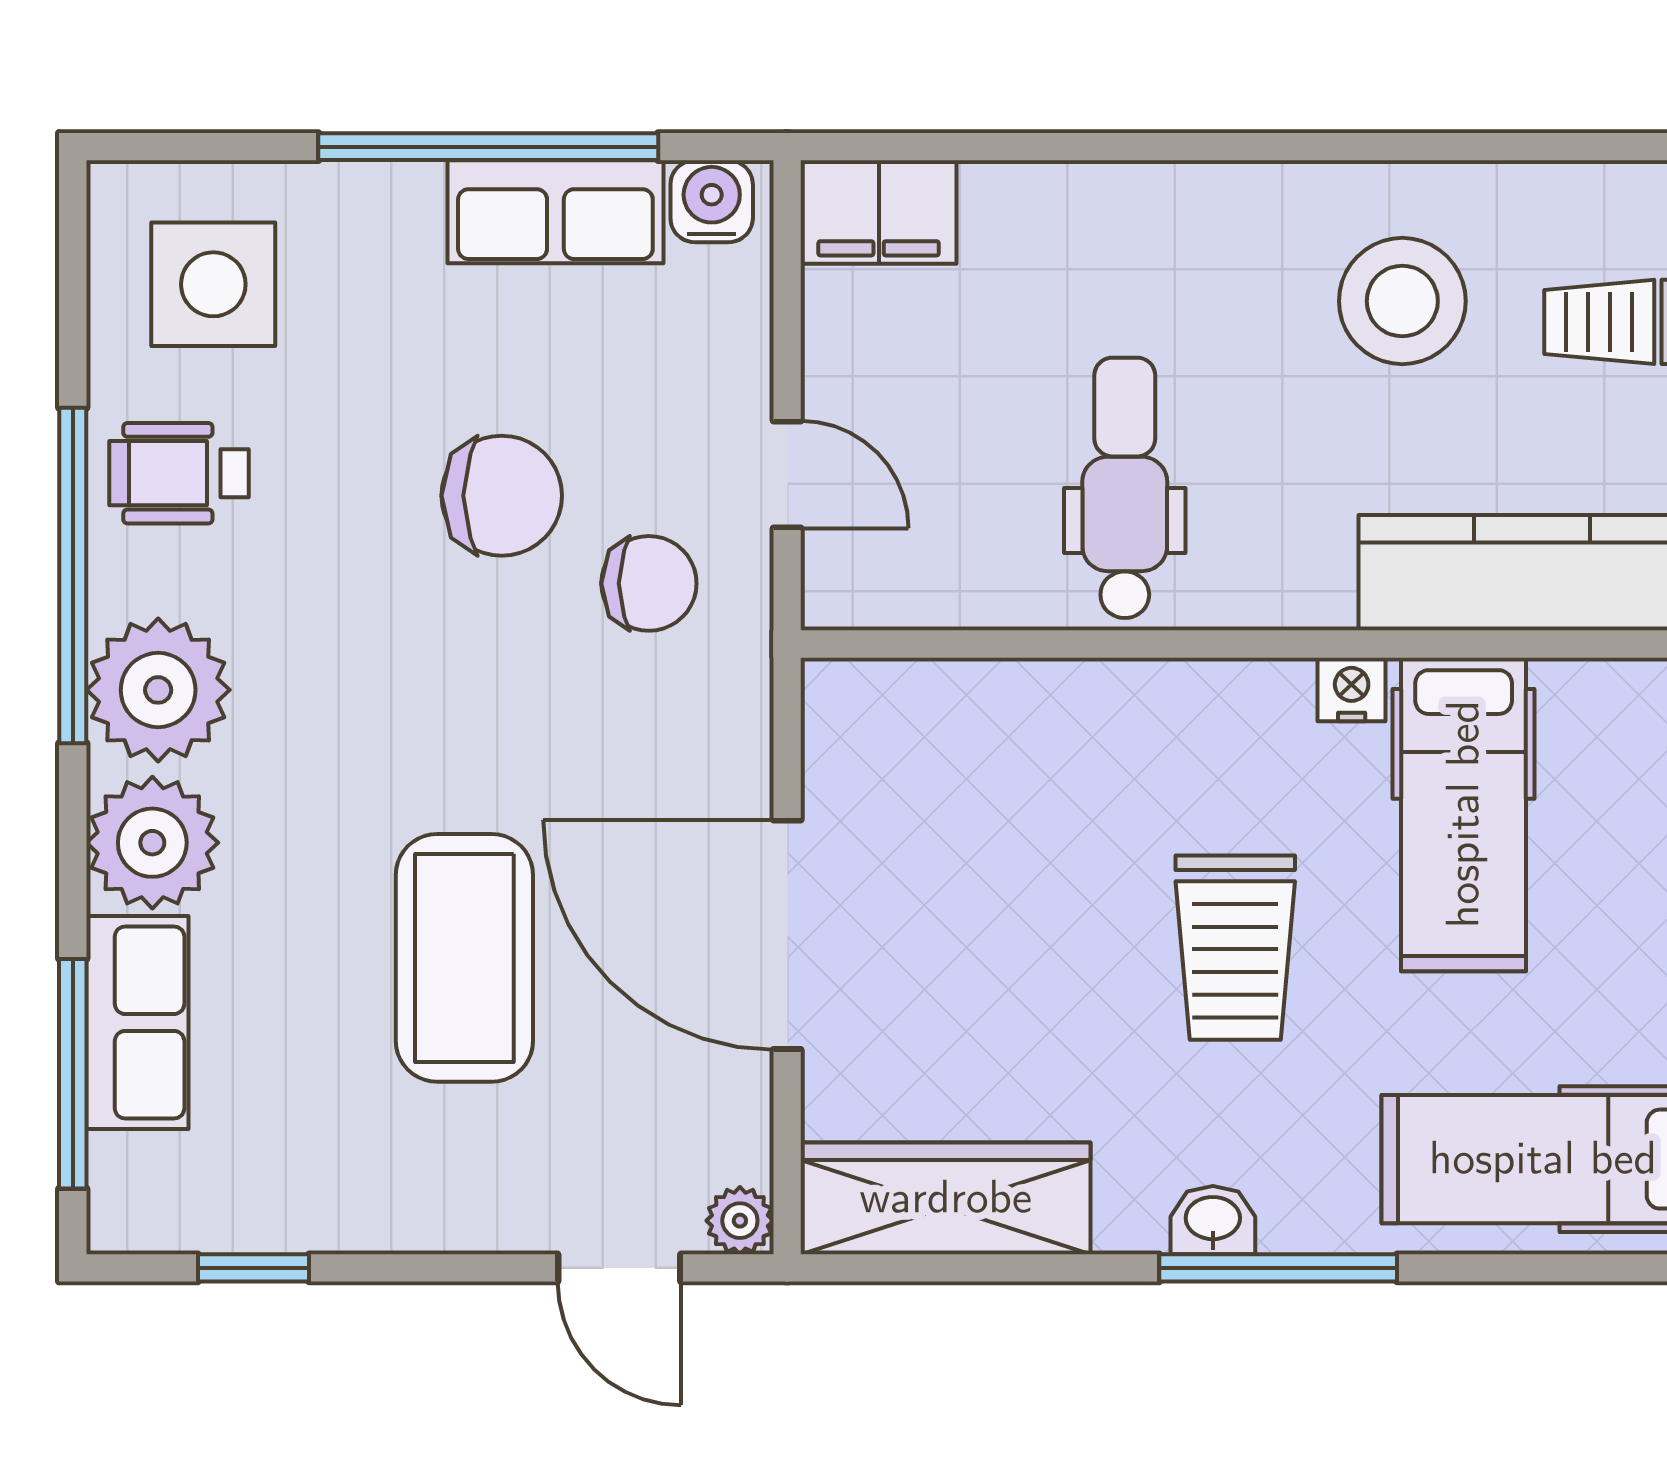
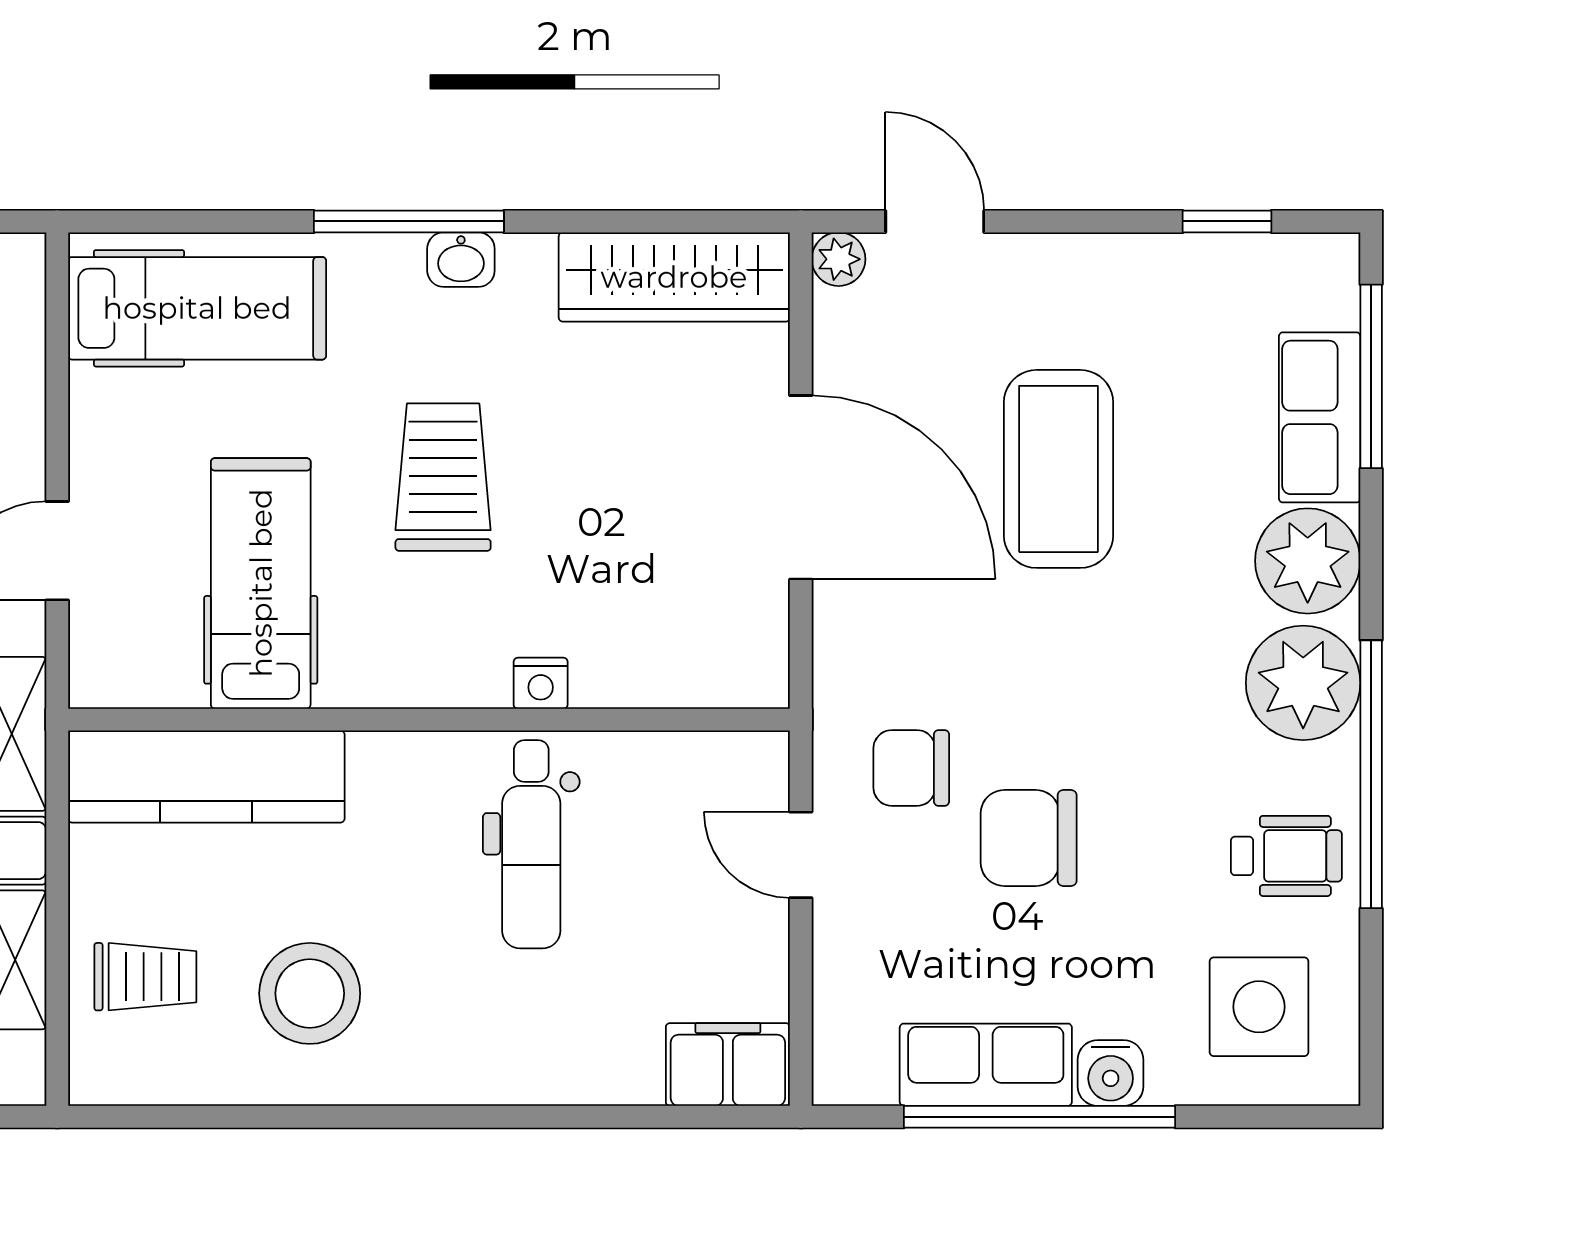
water cooler: (712, 201) -> (1111, 1073), moved
nightstand: (1352, 689) -> (541, 683), moved

